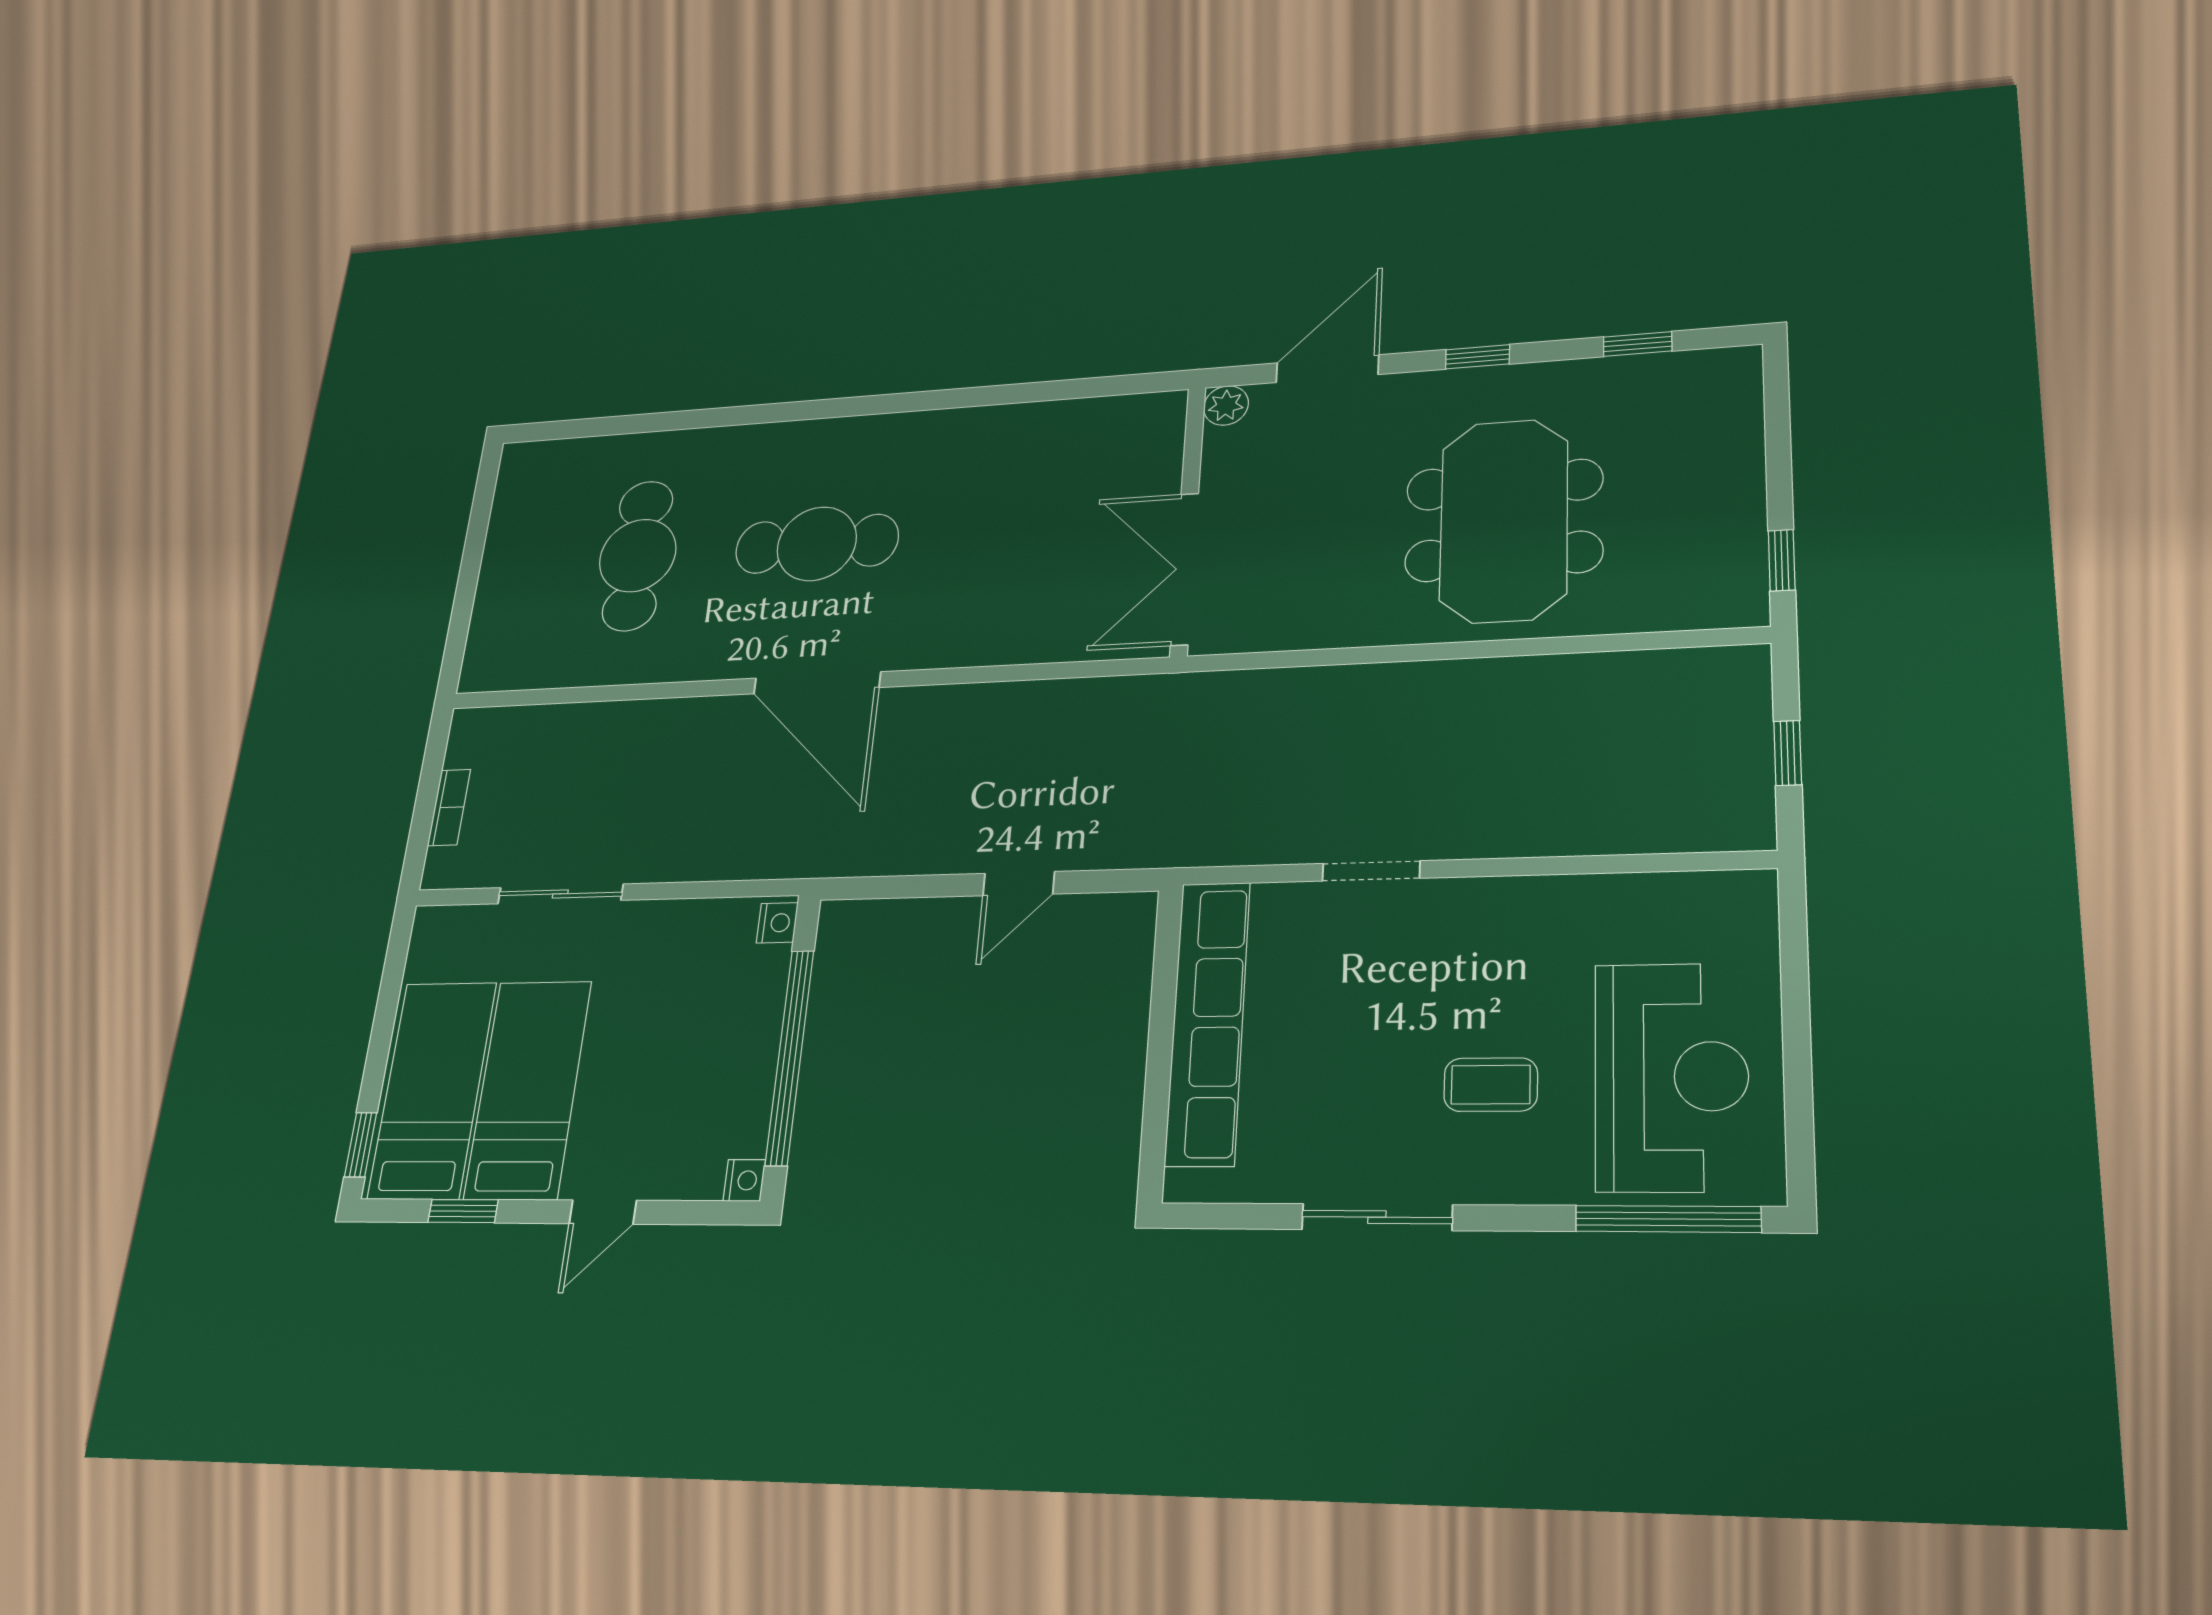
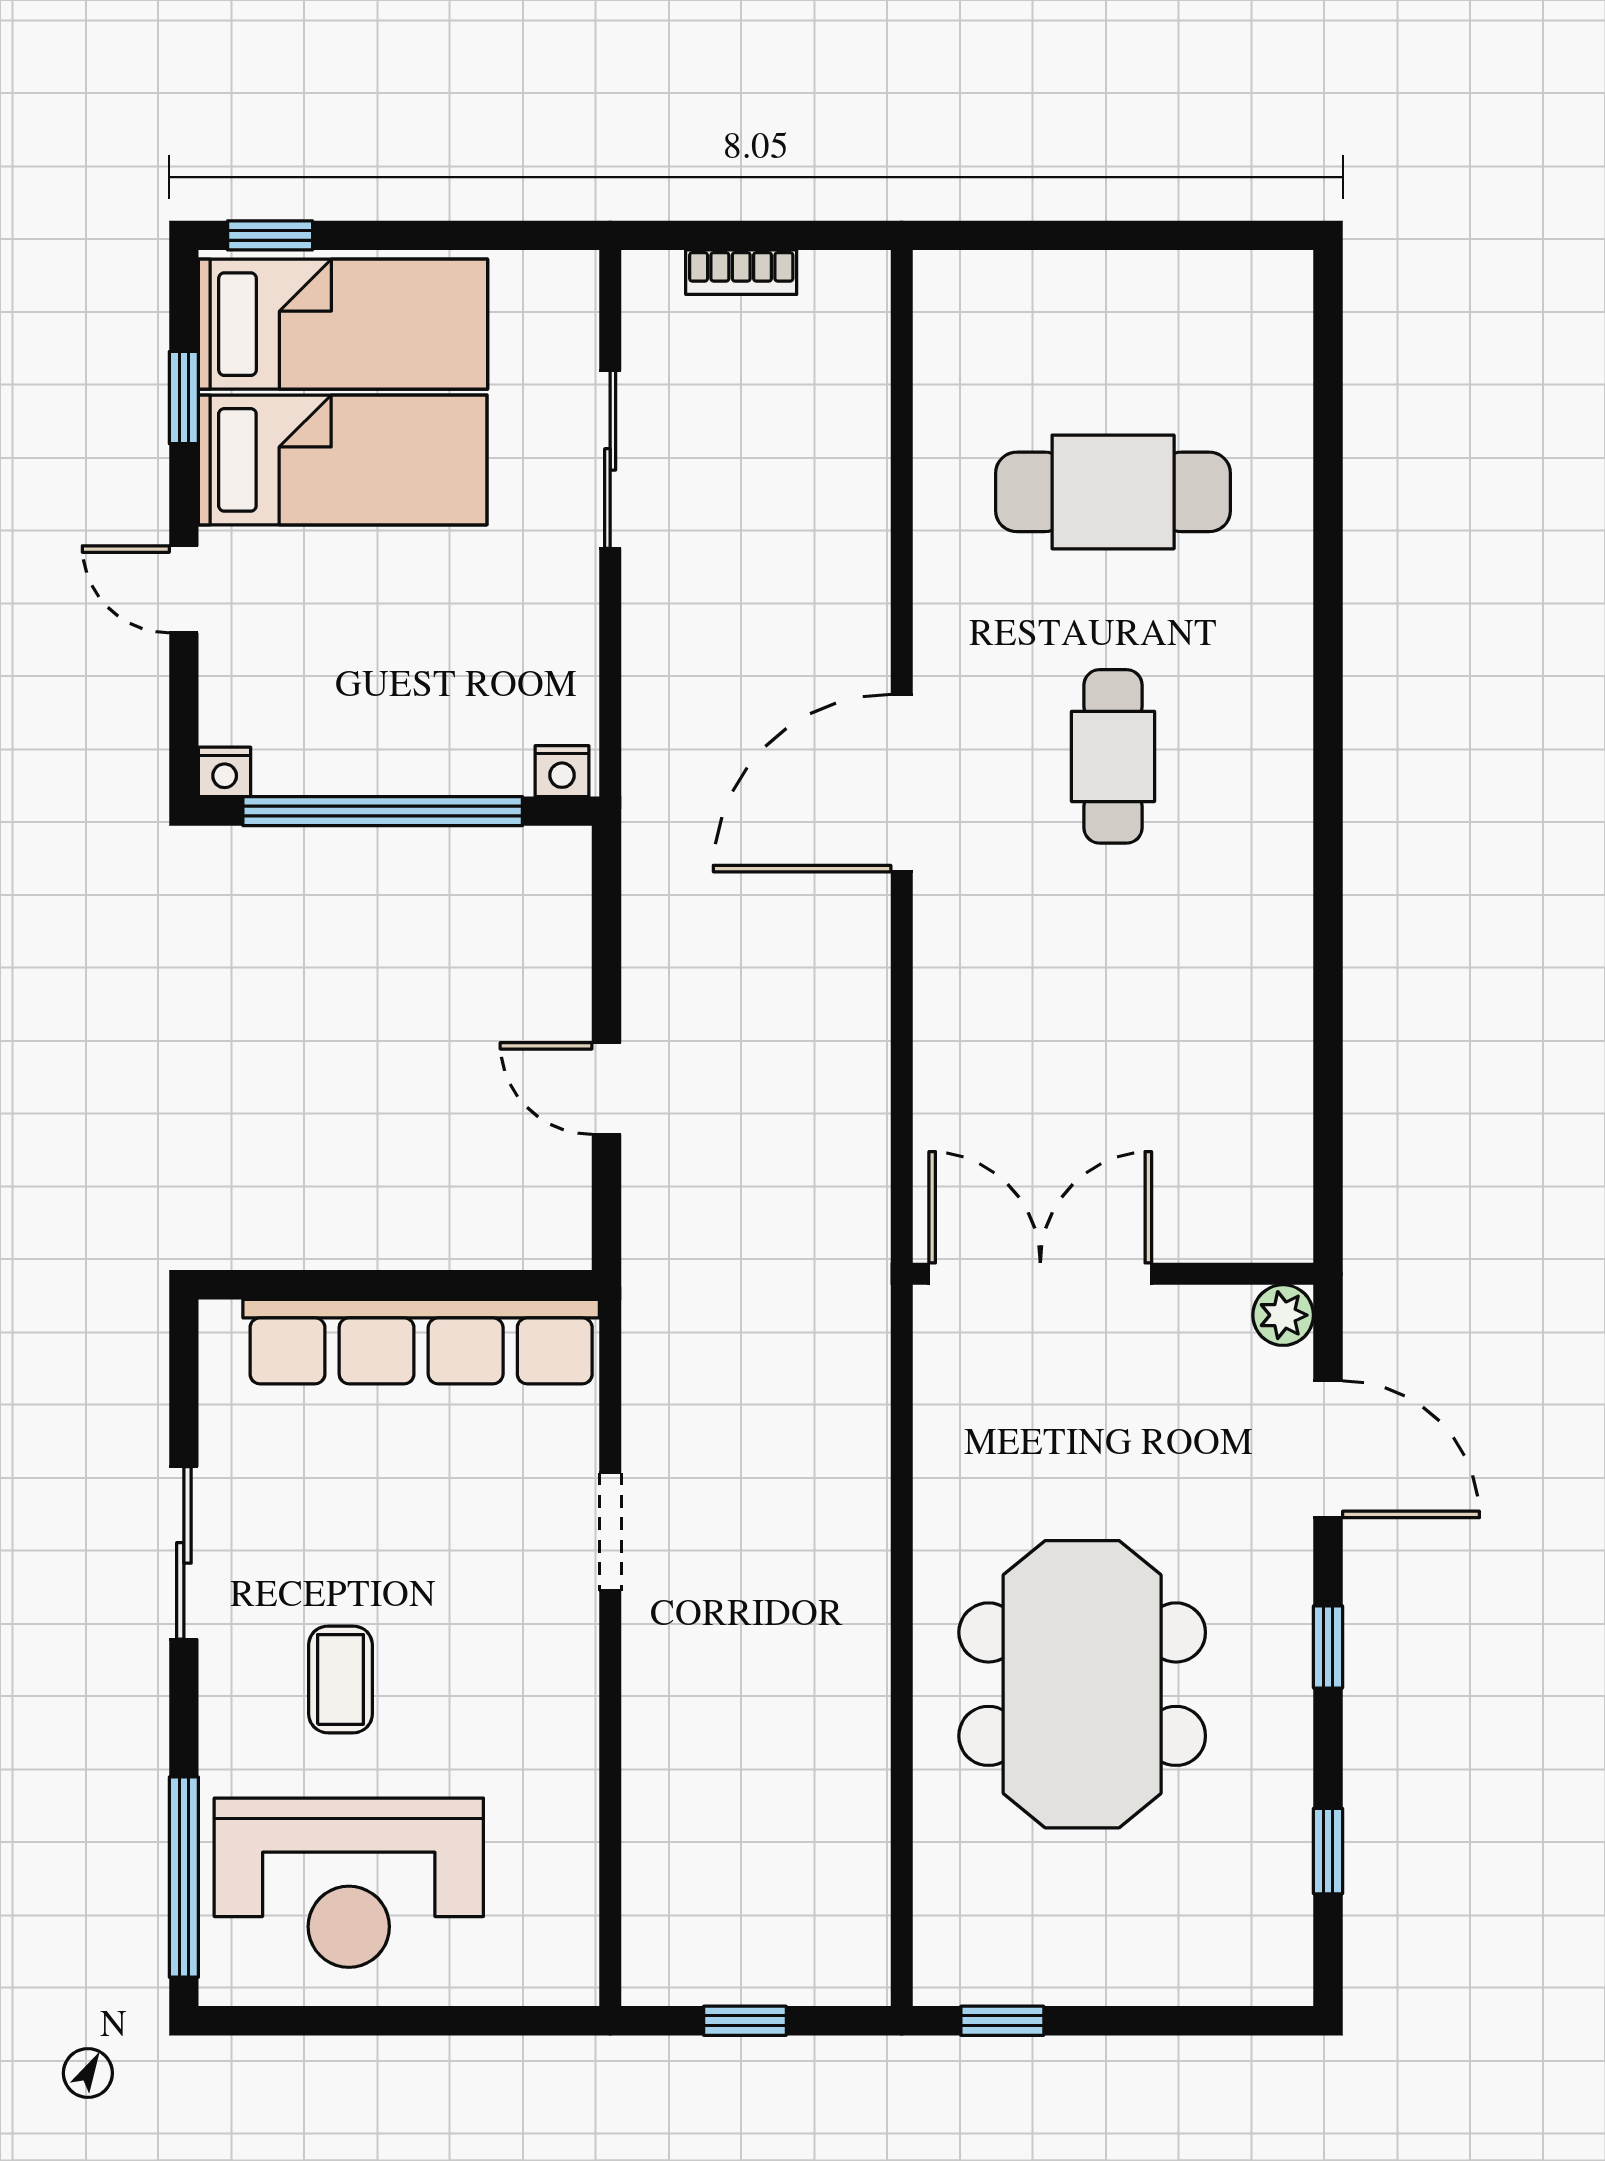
meeting table: (1504, 520) -> (1082, 1684), turned 90
cafe table: (817, 544) -> (1113, 756), width x0.73, depth x0.74

